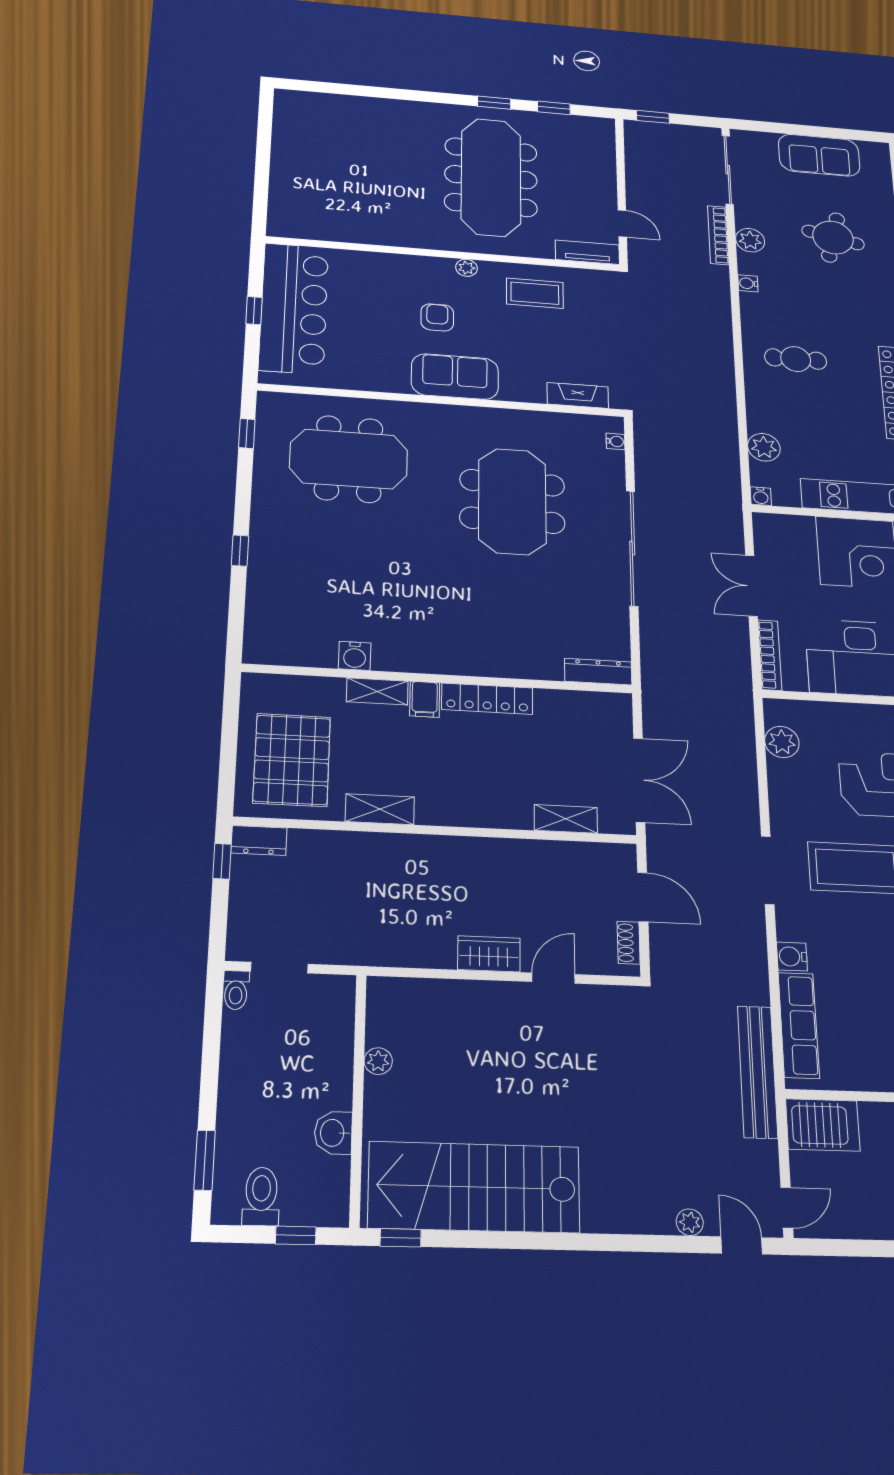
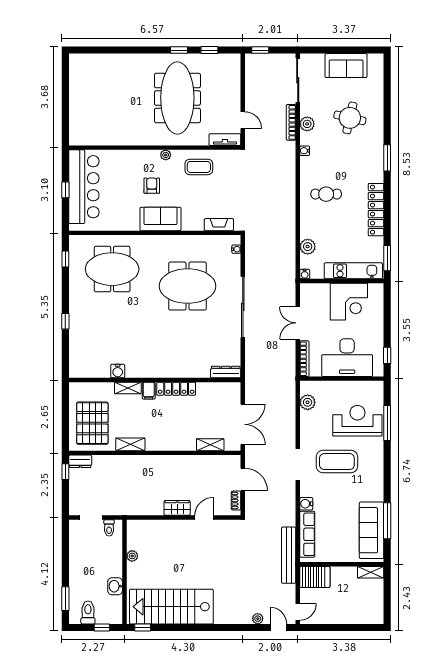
meeting table: (512, 501) -> (187, 286), turned 90
toilet: (236, 990) -> (109, 528), moved

